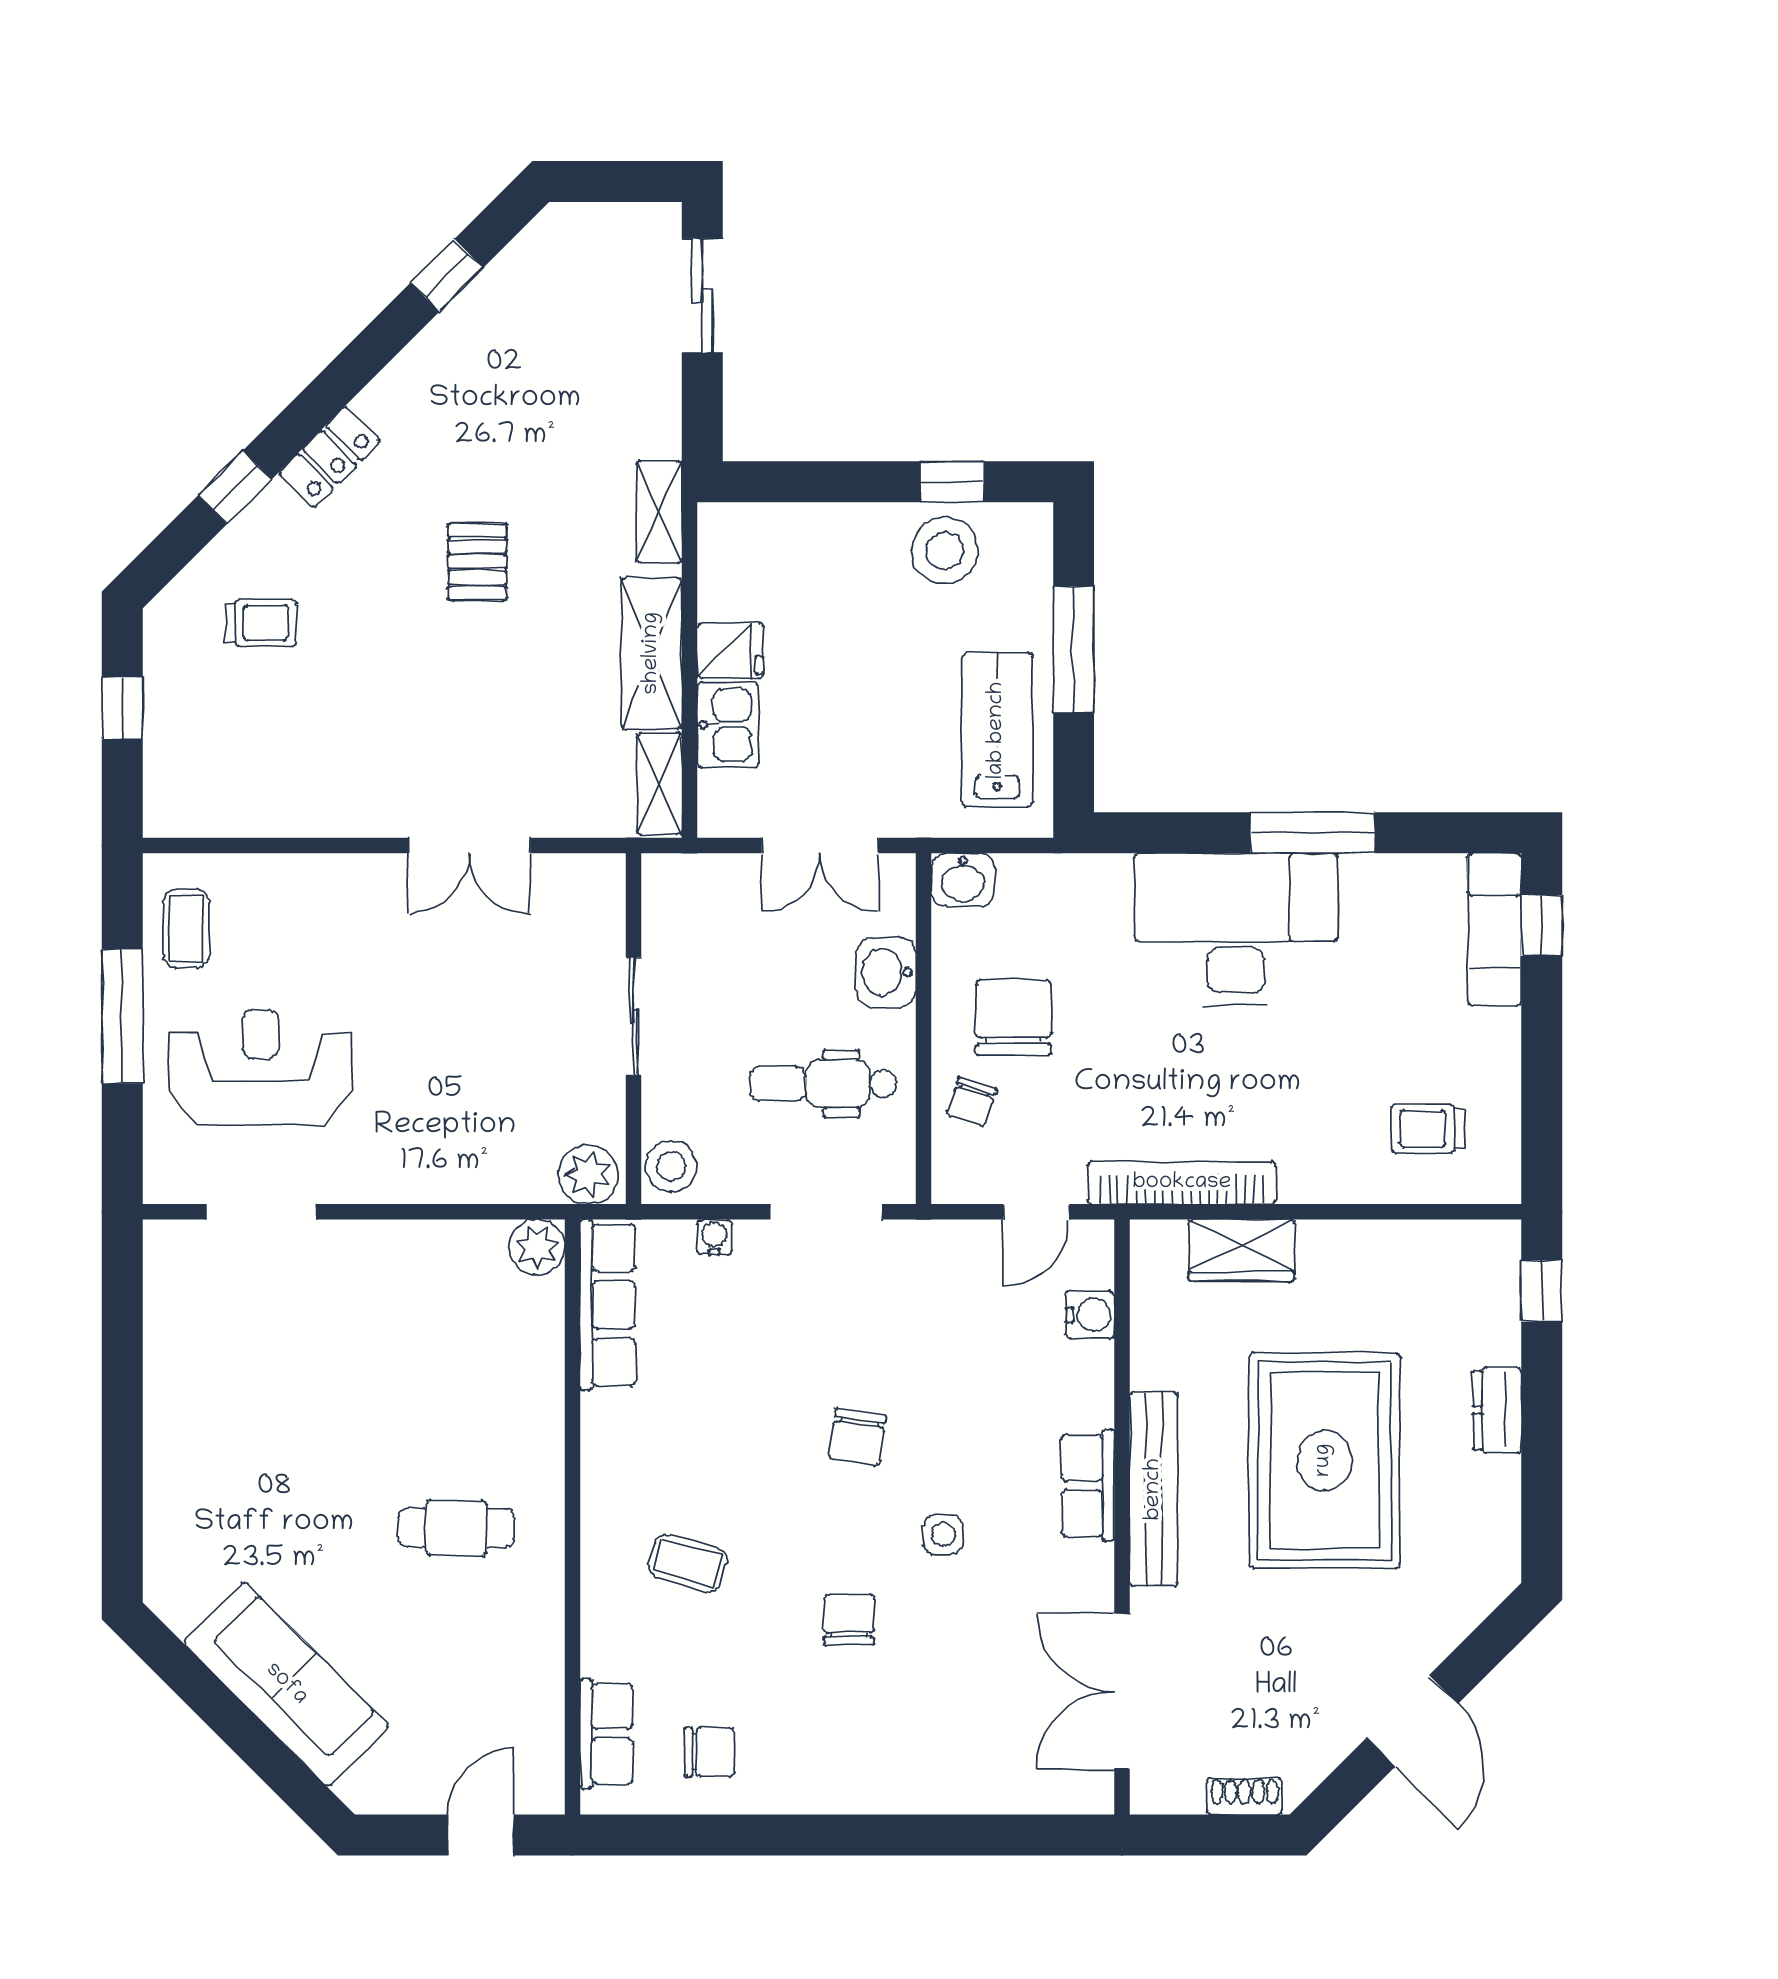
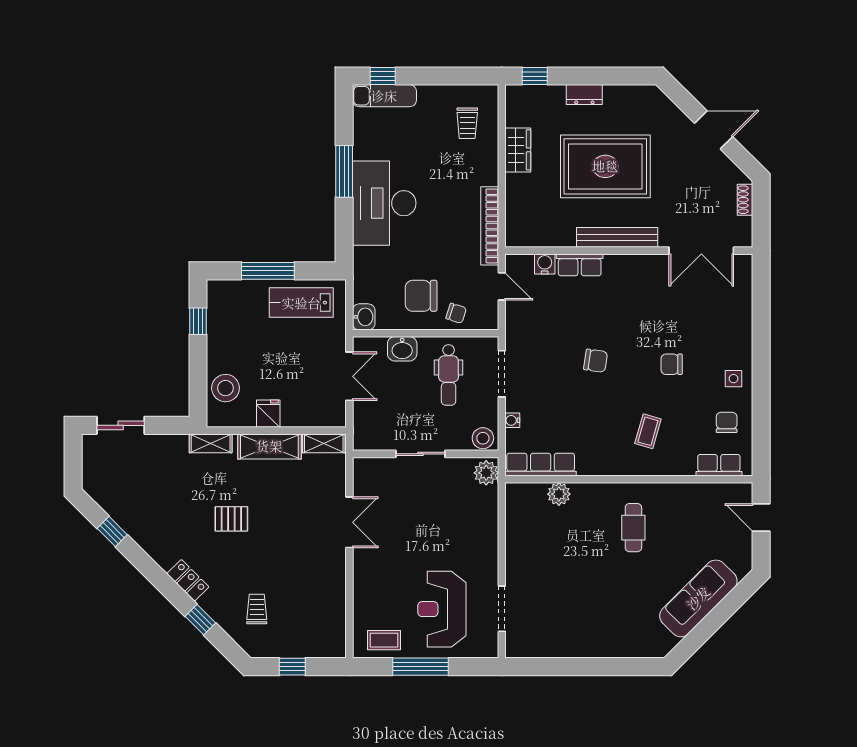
stool: (945, 550) -> (226, 388), moved
kitchen sink: (728, 725) -> (299, 415), removed
plant: (537, 1247) -> (559, 494), moved
wardrobe: (1241, 1250) -> (518, 150), moved
row of seats: (1088, 1485) -> (580, 265), moved
side table: (943, 1535) -> (733, 379), moved

